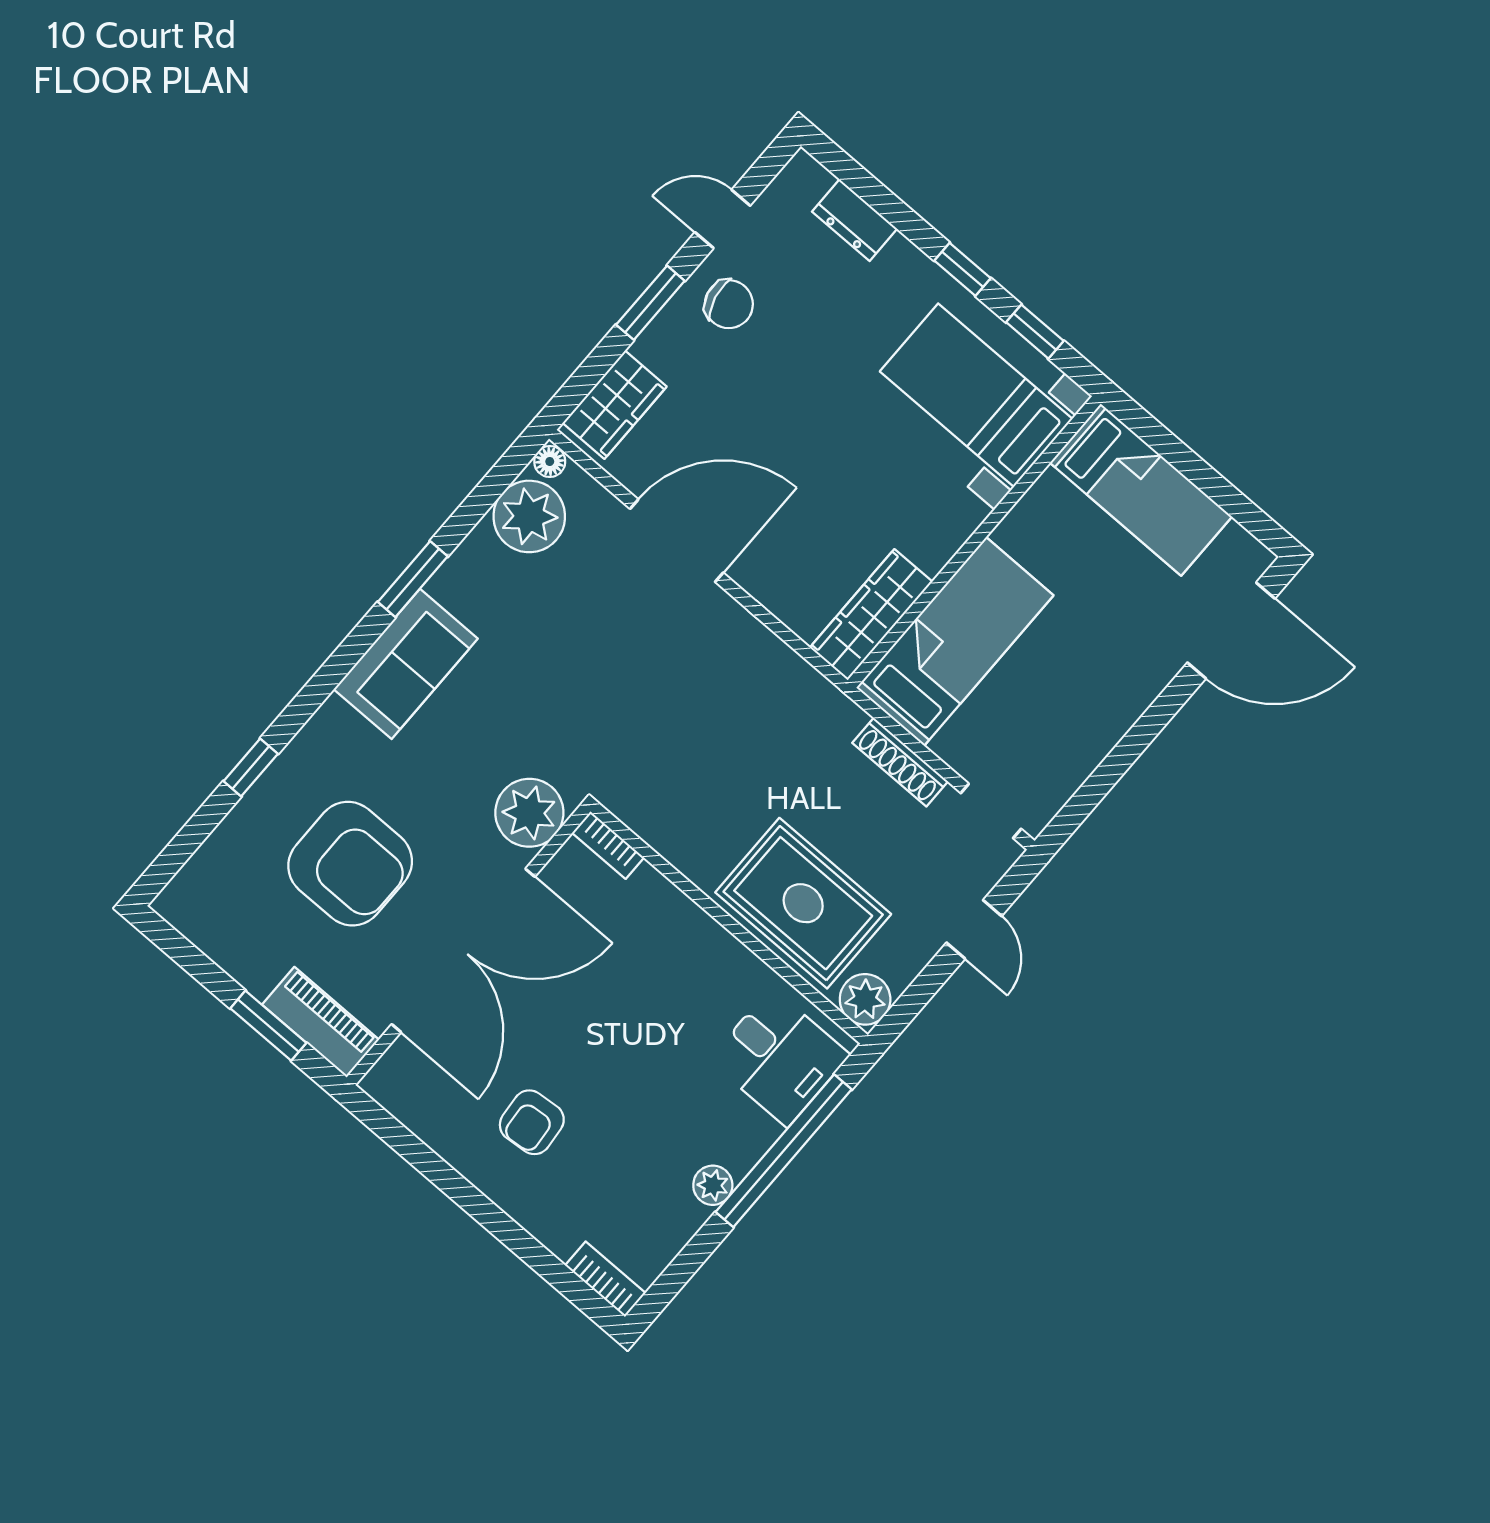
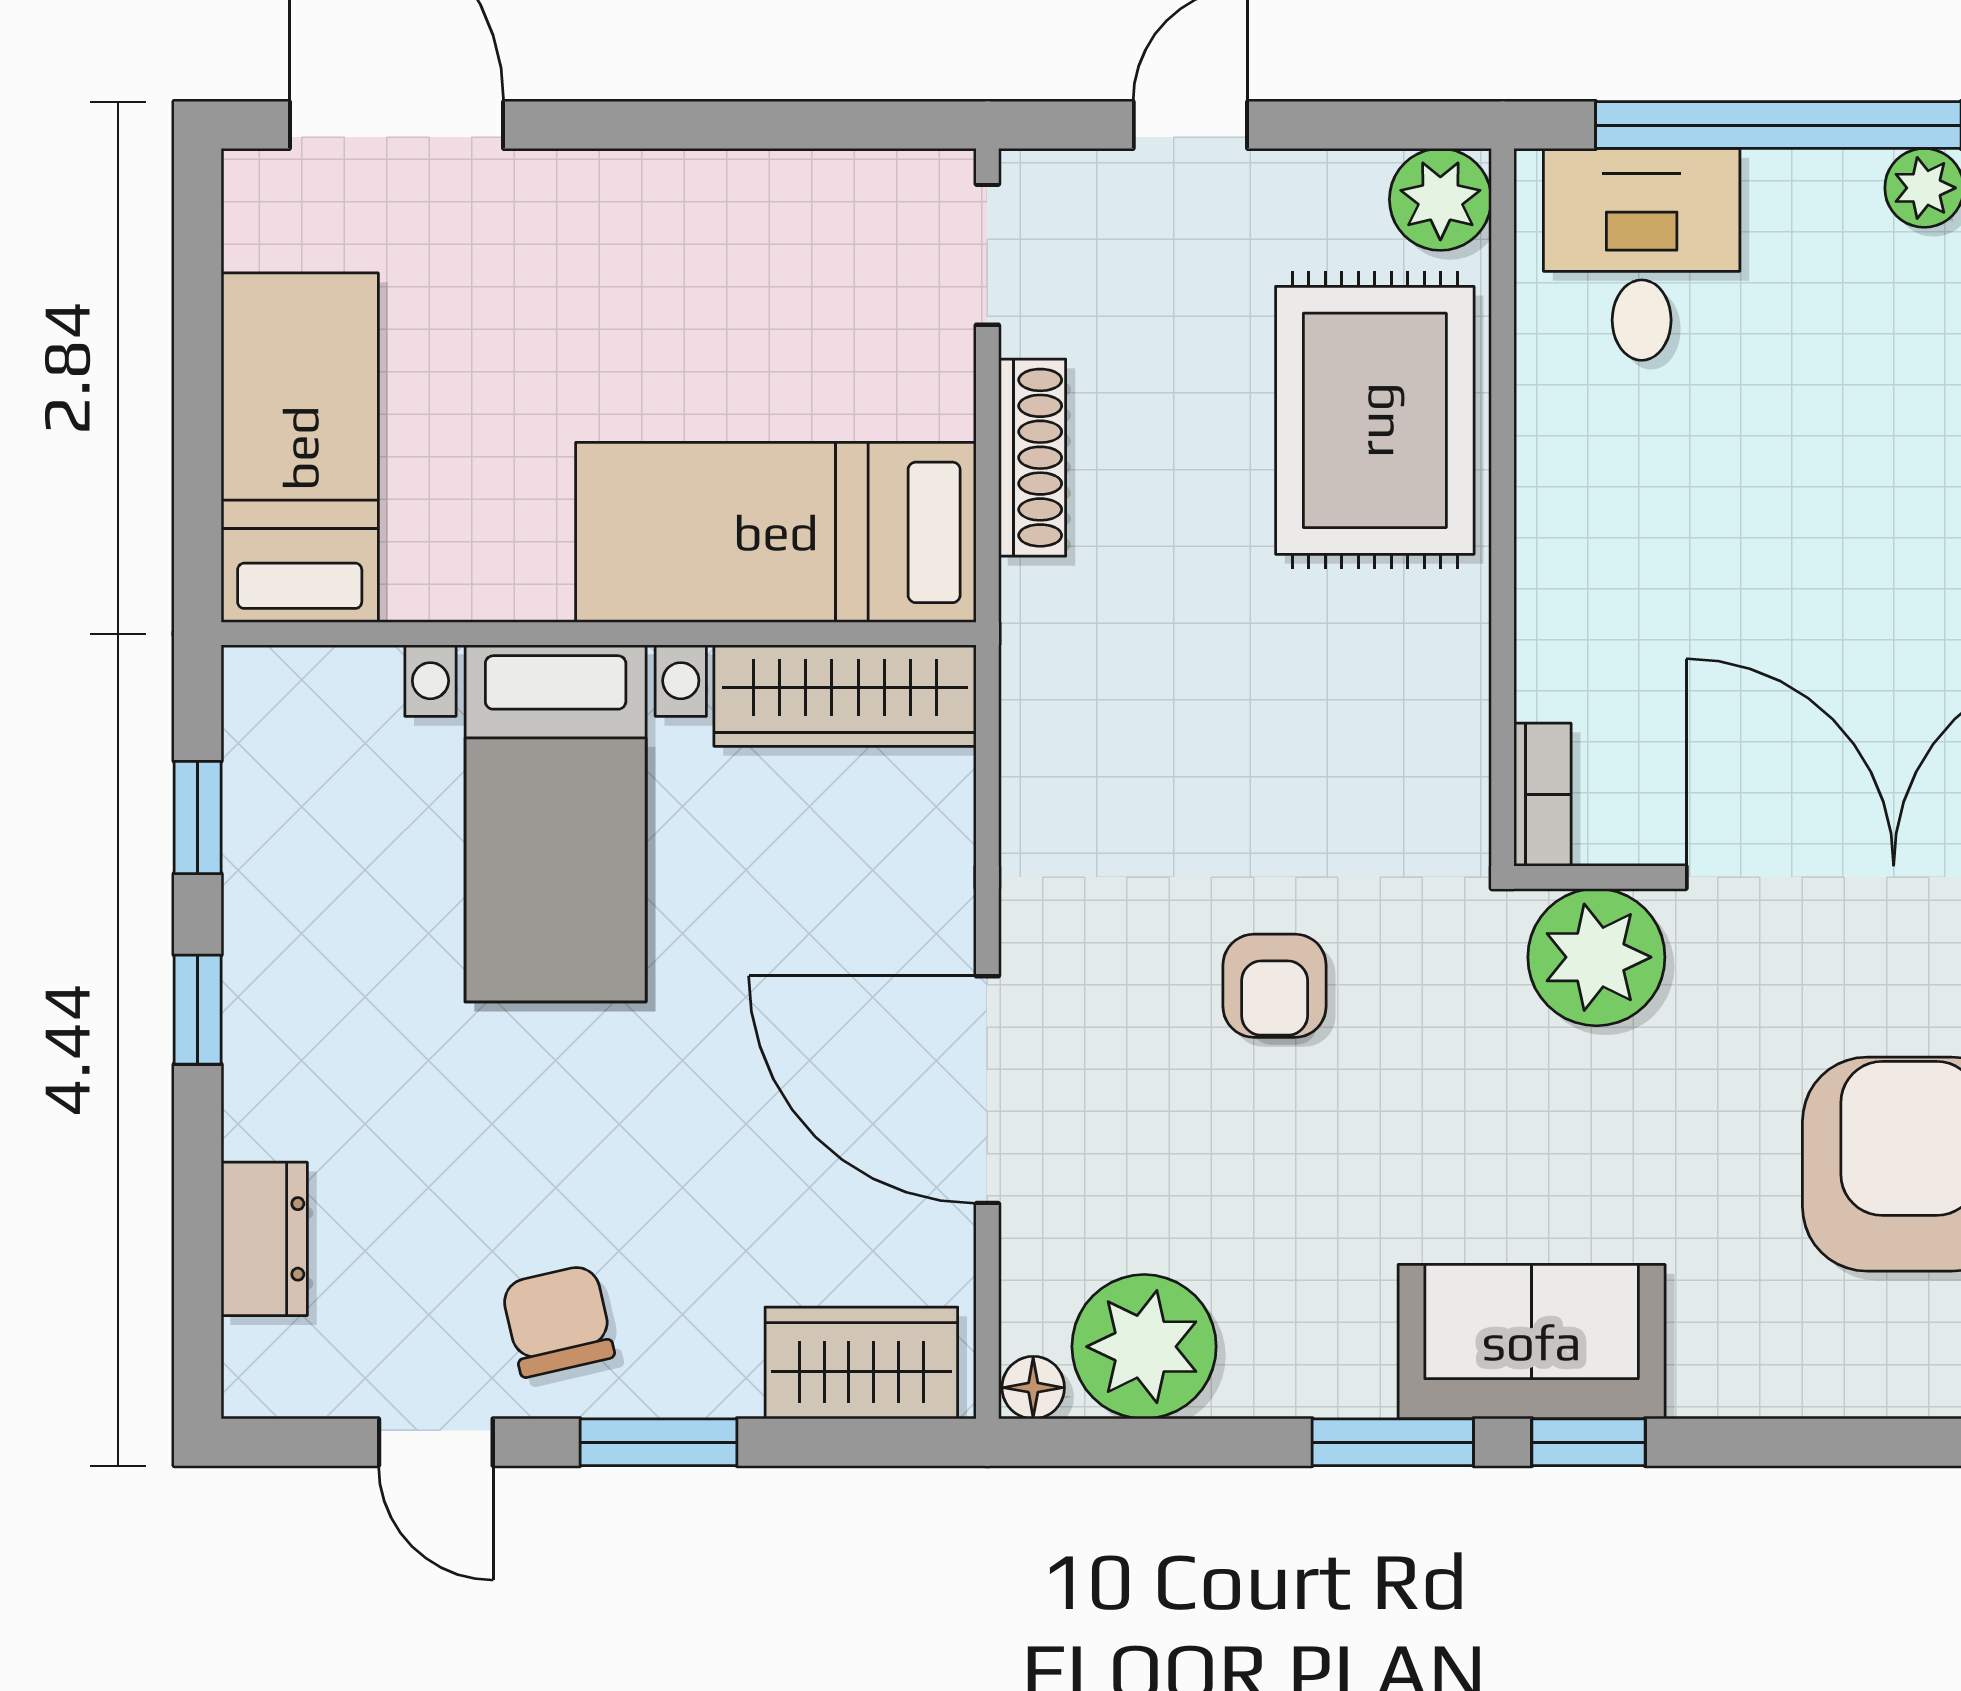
bed with nightstands: (976, 395) -> (556, 823), moved
armchair: (623, 682) -> (1275, 986), added
window: (251, 768) -> (1589, 1442), moved

